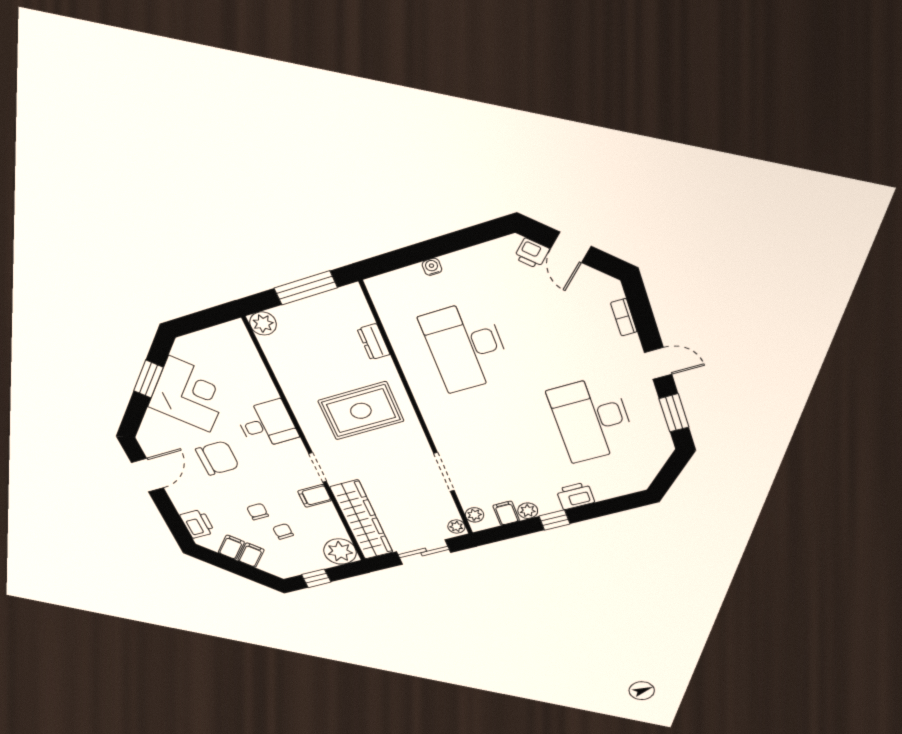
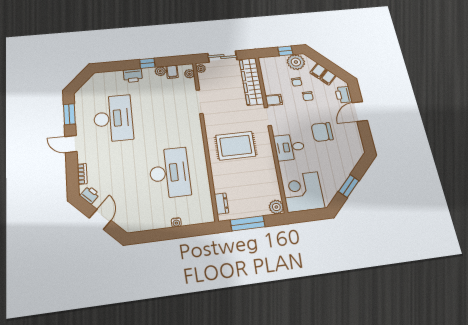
printer: (532, 253) -> (90, 195), moved
dresser: (374, 342) -> (221, 204), moved
corner desk: (190, 394) -> (303, 192), moved, turned 45
door: (147, 475) -> (360, 111), moved
plant: (340, 552) -> (296, 62), moved

